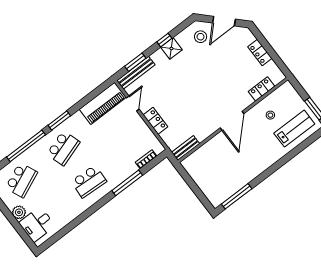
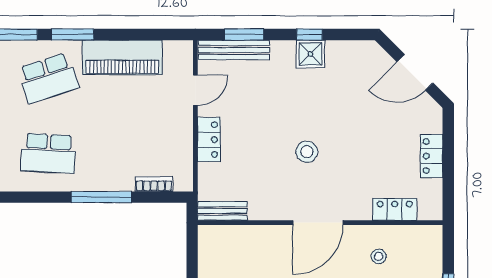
stool: (201, 37) -> (307, 152), moved
piano: (103, 103) -> (122, 57), moved

